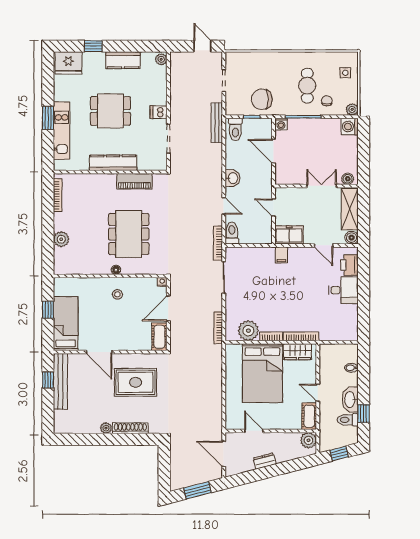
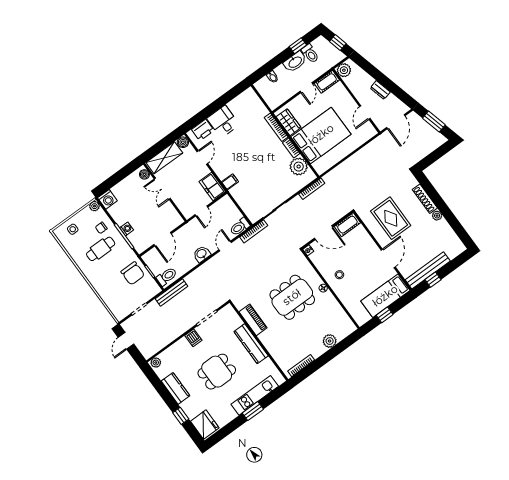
dining table: (110, 111) -> (217, 372), turned 90
washing machine: (281, 124) -> (127, 229), moved

